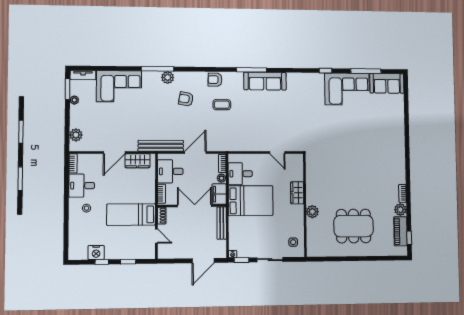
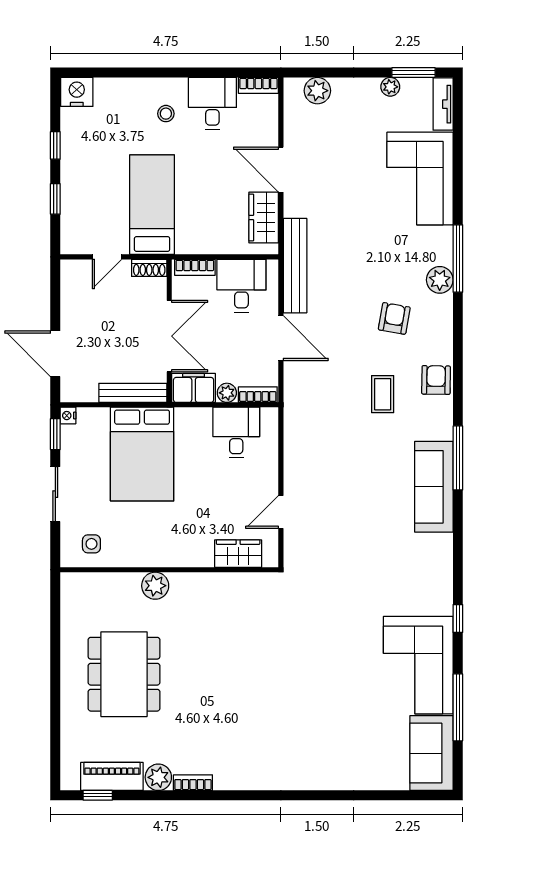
wardrobe: (297, 193) -> (238, 554), moved
bed: (251, 201) -> (142, 454), moved
nightstand: (96, 253) -> (77, 92), moved, turned 90

